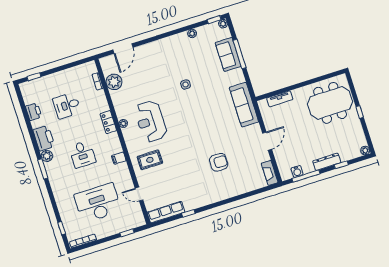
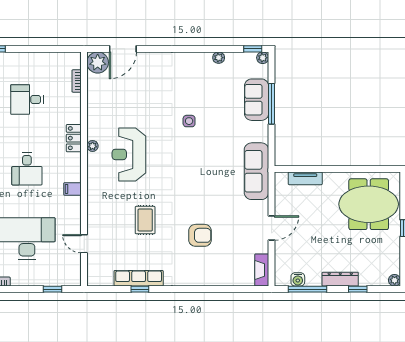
plant: (114, 82) -> (98, 63), moved
rug: (150, 160) -> (145, 220), moved, turned 90
row of seats: (166, 212) -> (139, 278), moved

